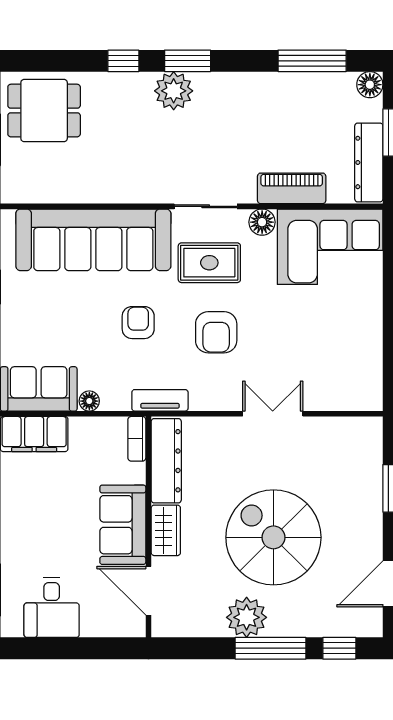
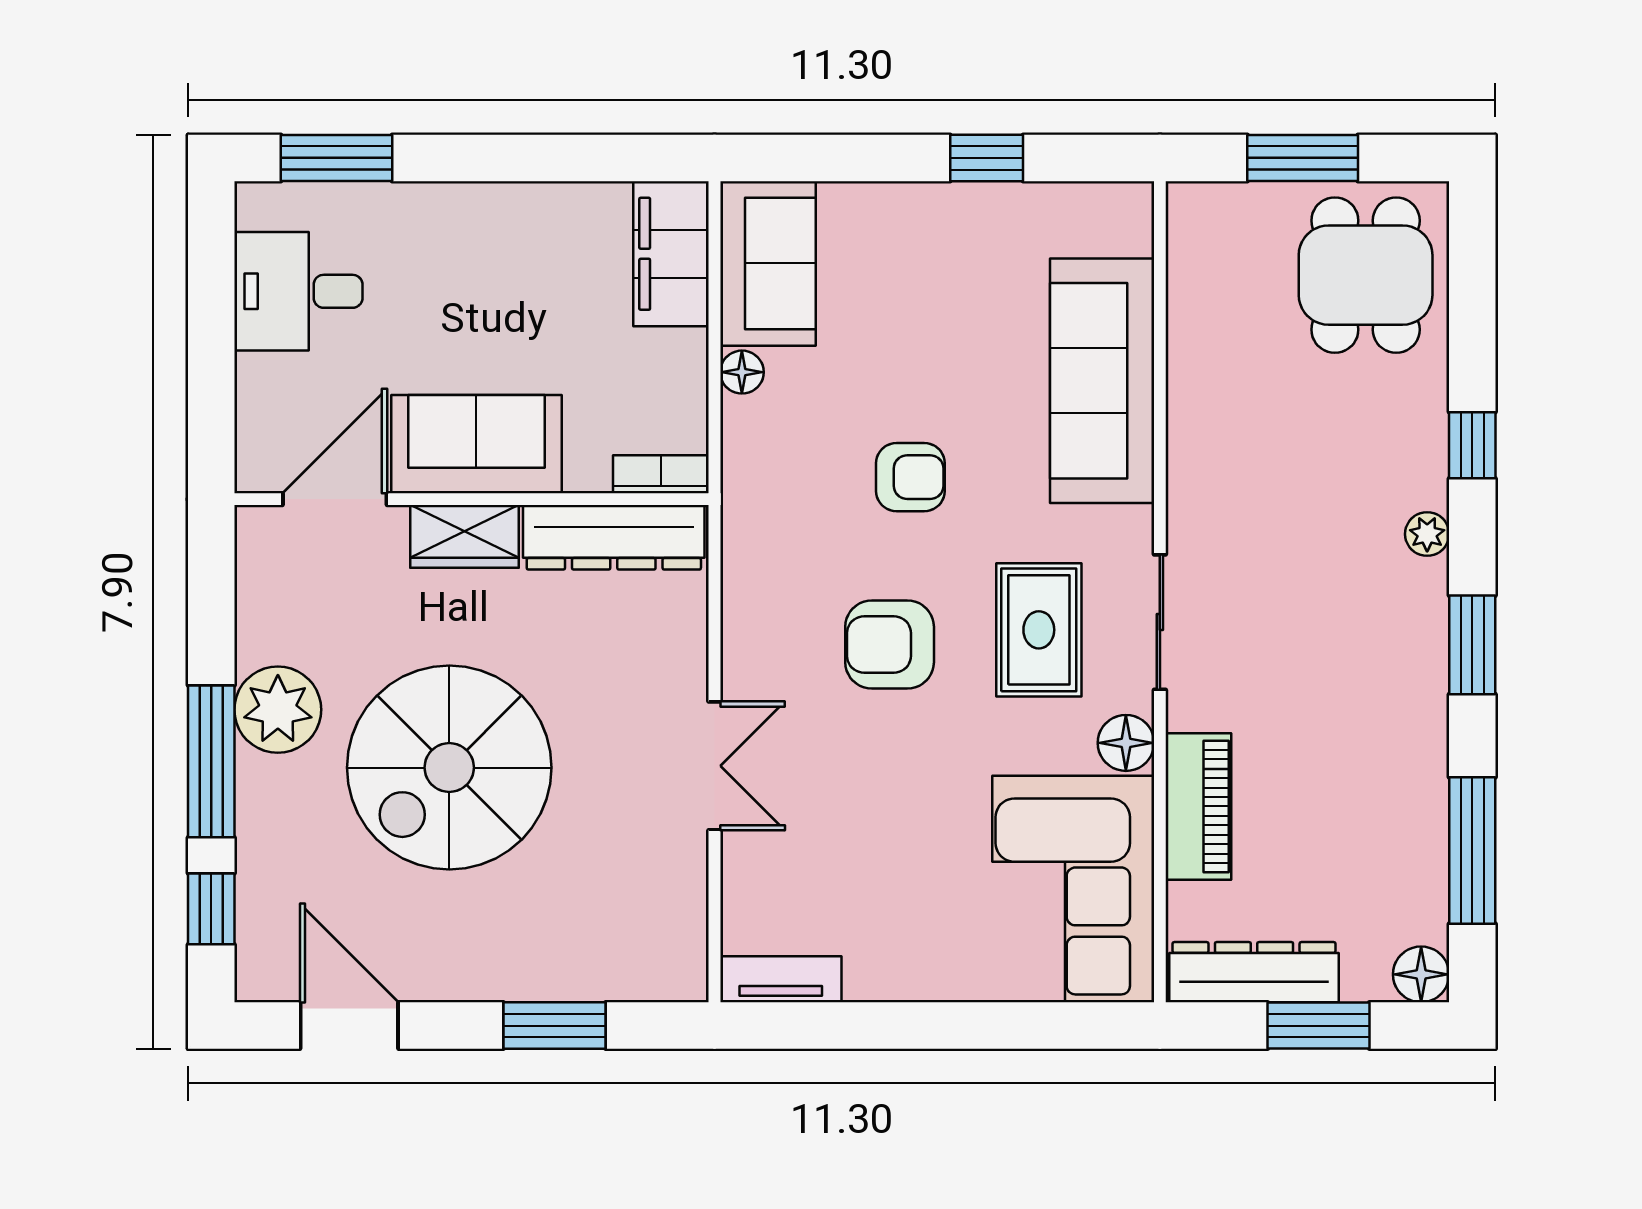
window: (188, 61) -> (1472, 645), moved
plant: (174, 91) -> (1427, 534), width x0.53, depth x0.53
sofa: (93, 240) -> (1102, 381), width x0.74, depth x0.79
tv unit: (160, 400) -> (781, 979), moved, turned -90
spiral stairs: (273, 537) -> (449, 768), turned 180

